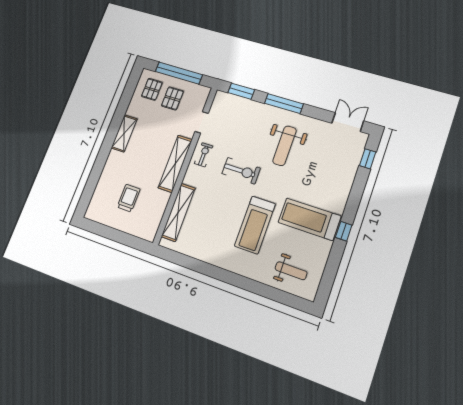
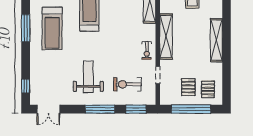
shelving: (124, 133) -> (216, 40), width x1.47
exercise bike: (241, 171) -> (127, 84), moved
treadmill: (309, 219) -> (52, 29), turned 90
window: (344, 231) -> (26, 28), width x2.17

